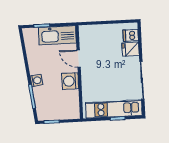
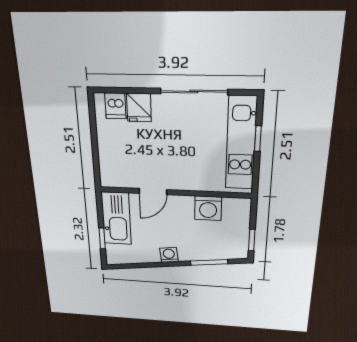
washing machine: (36, 80) -> (169, 255), moved
washing machine: (70, 81) -> (208, 208), moved

